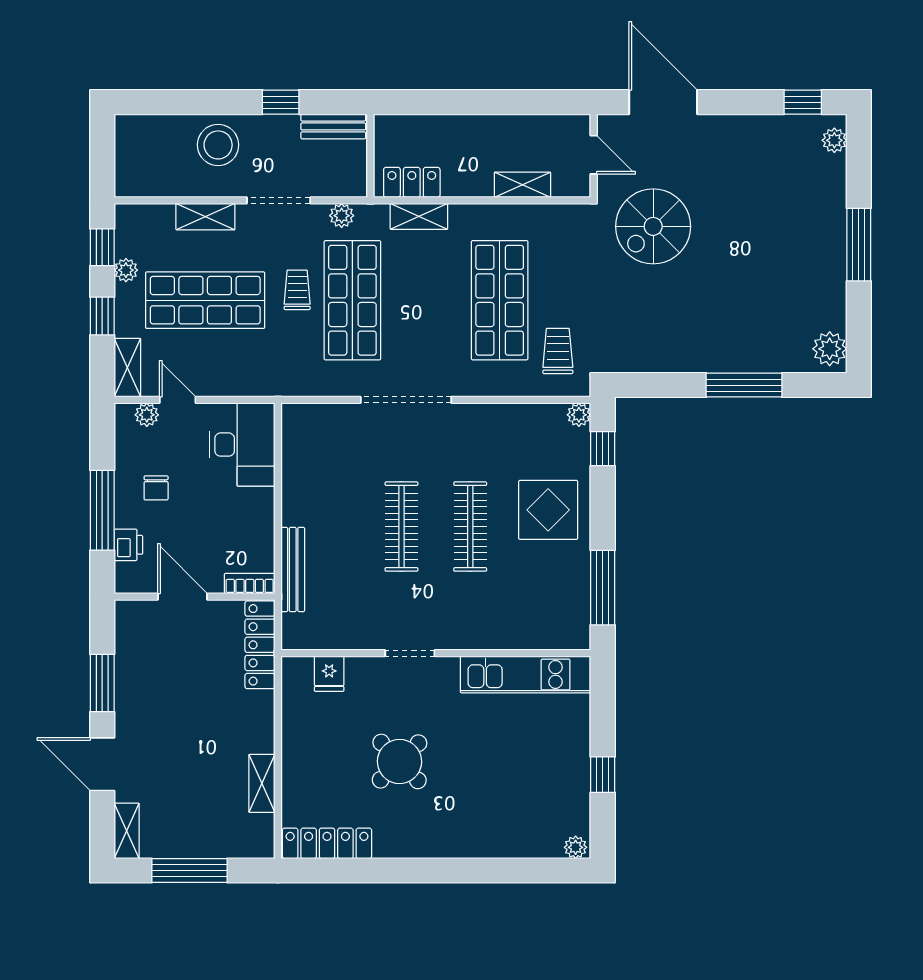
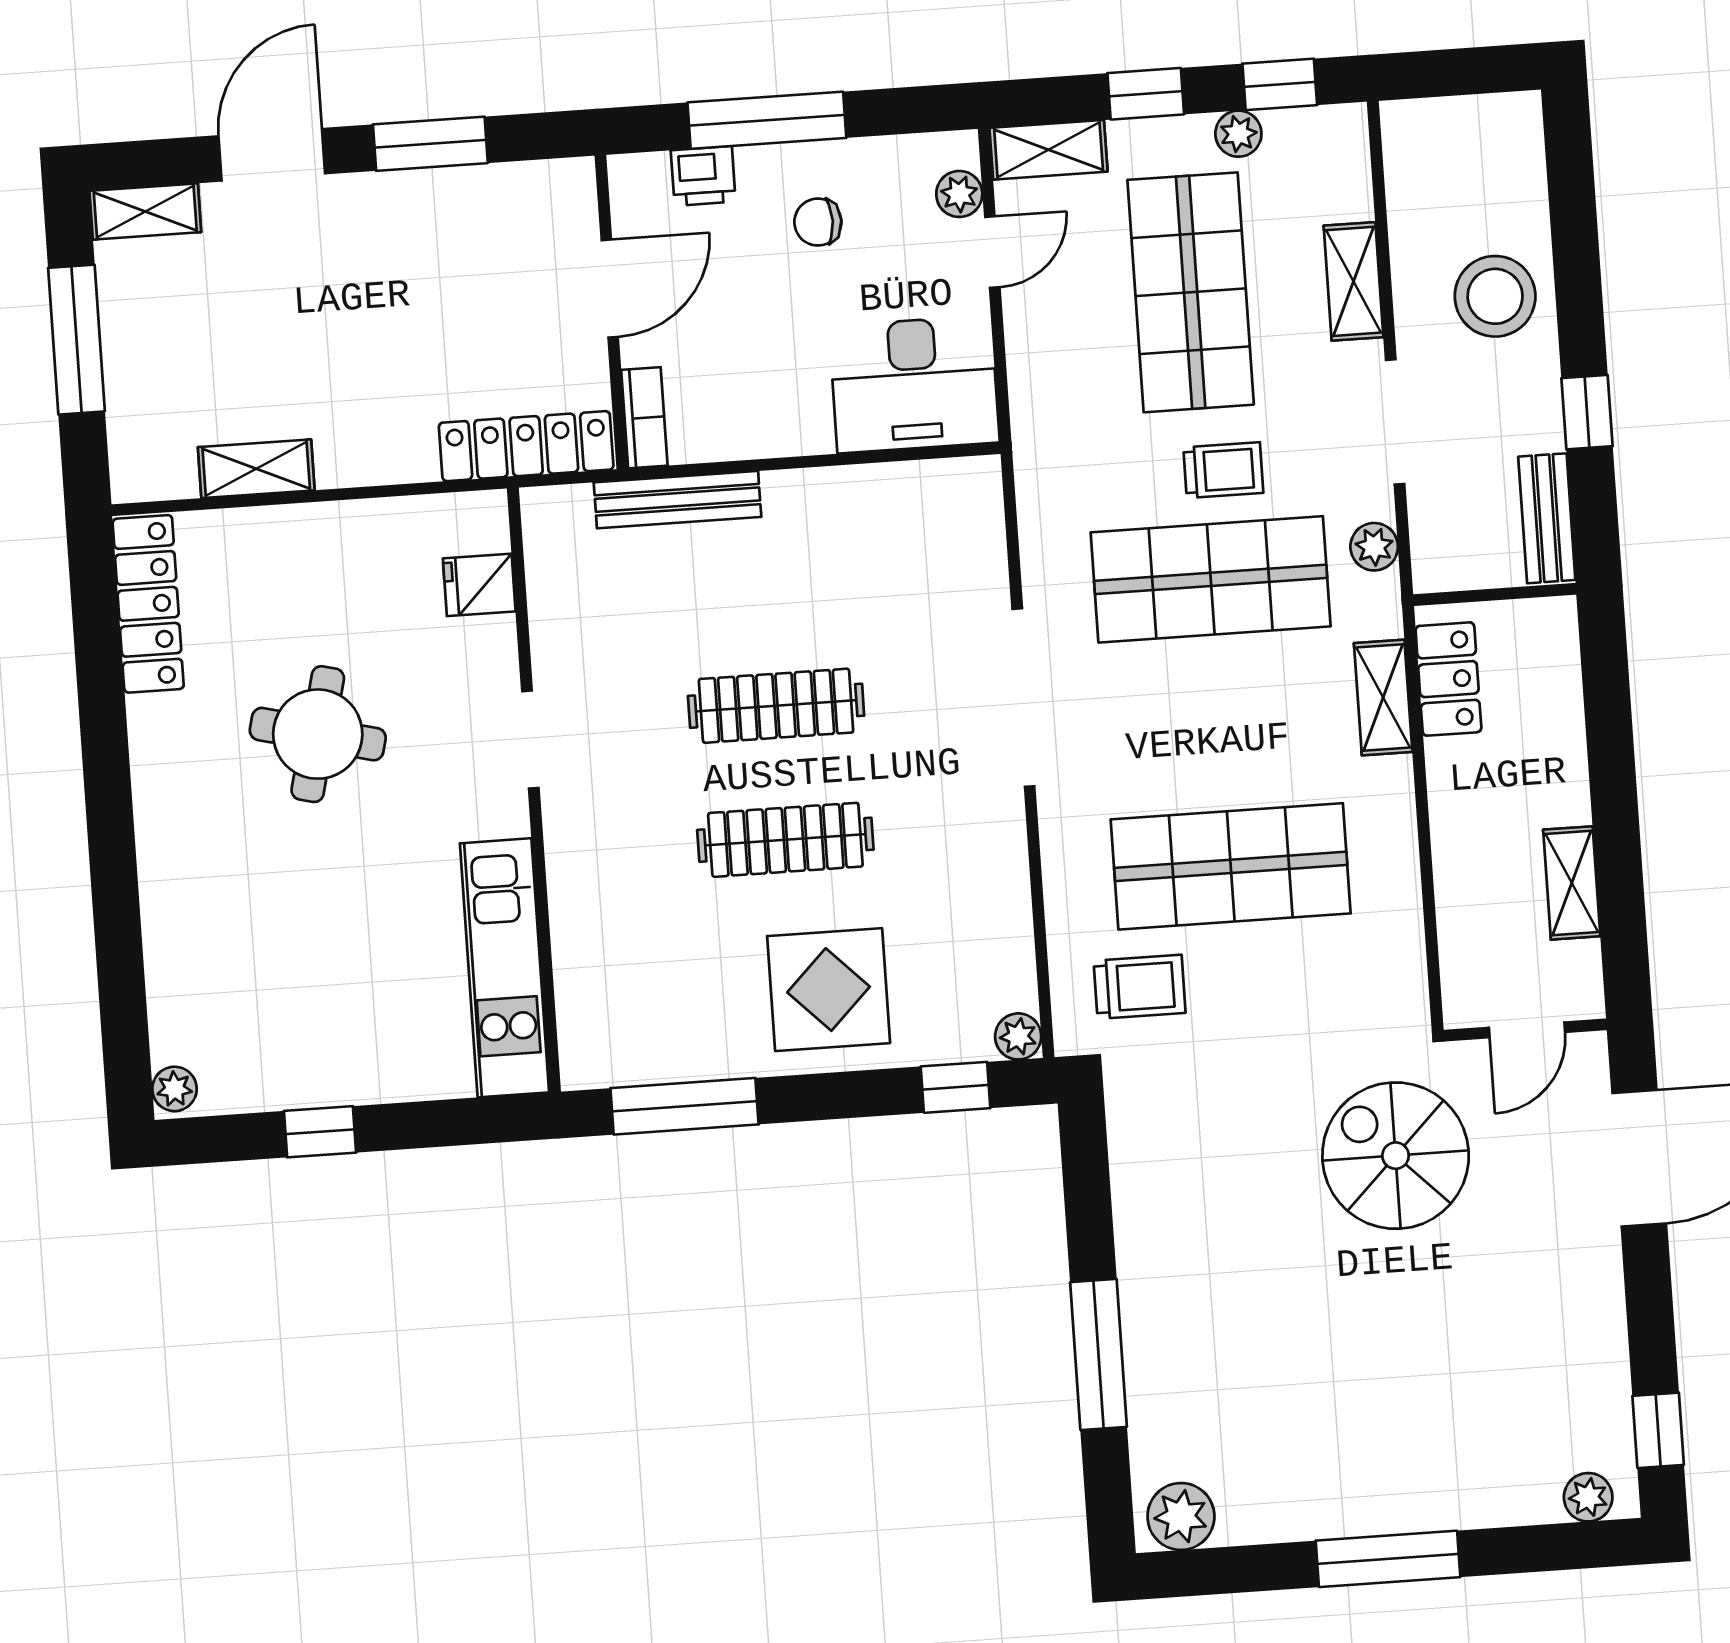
shelving: (522, 185) -> (1572, 883), moved
round table: (400, 761) -> (318, 734), turned -32

